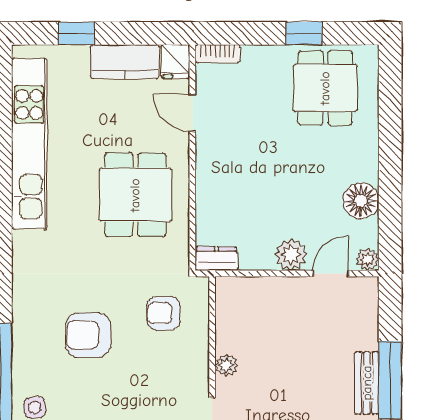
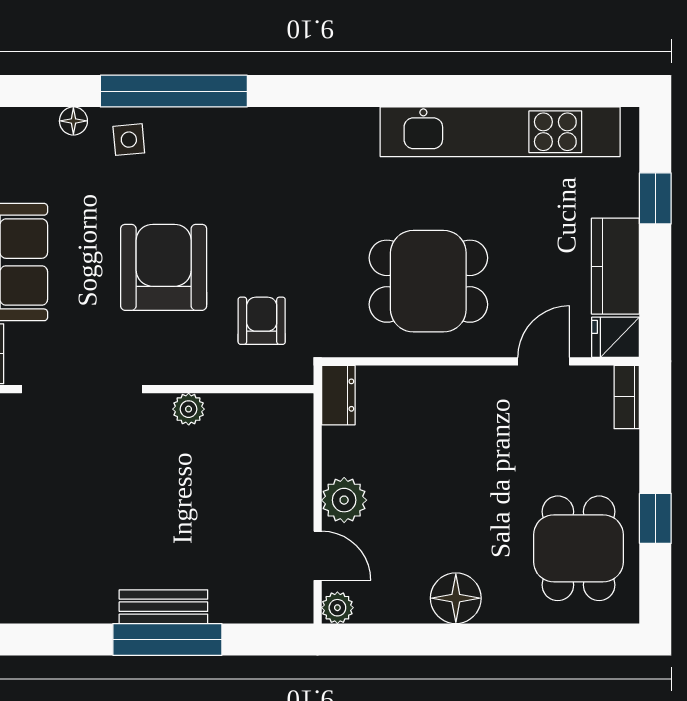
dining table: (325, 88) -> (578, 548), turned 90
floor lamp: (361, 201) -> (456, 598), moved
armchair: (88, 335) -> (164, 267), moved, width x1.36, depth x1.36

